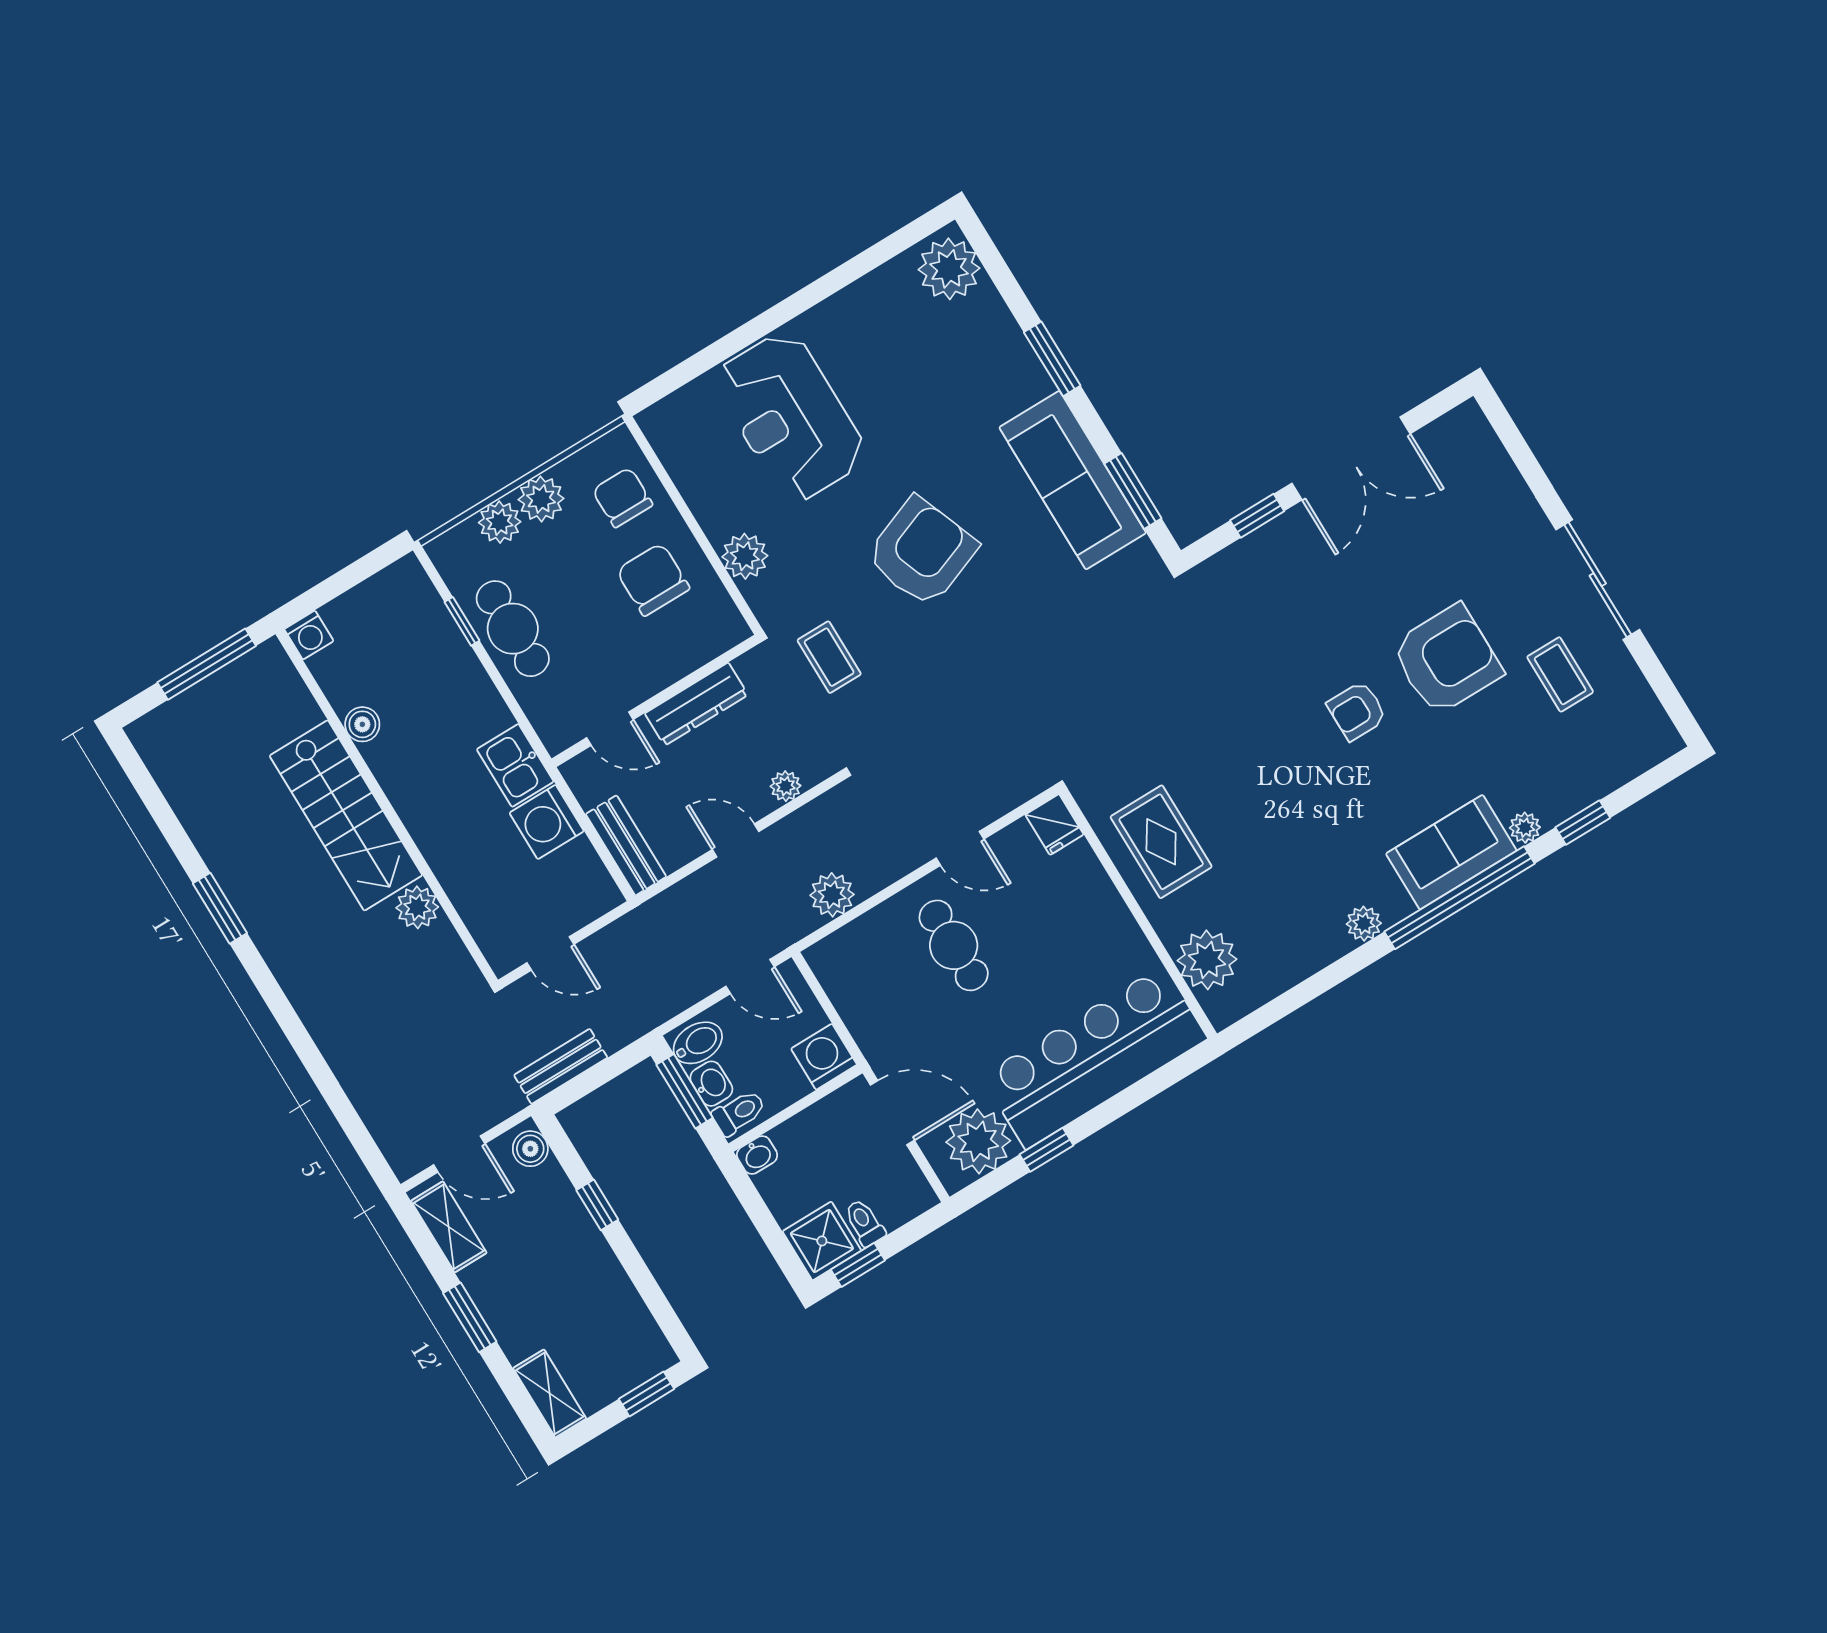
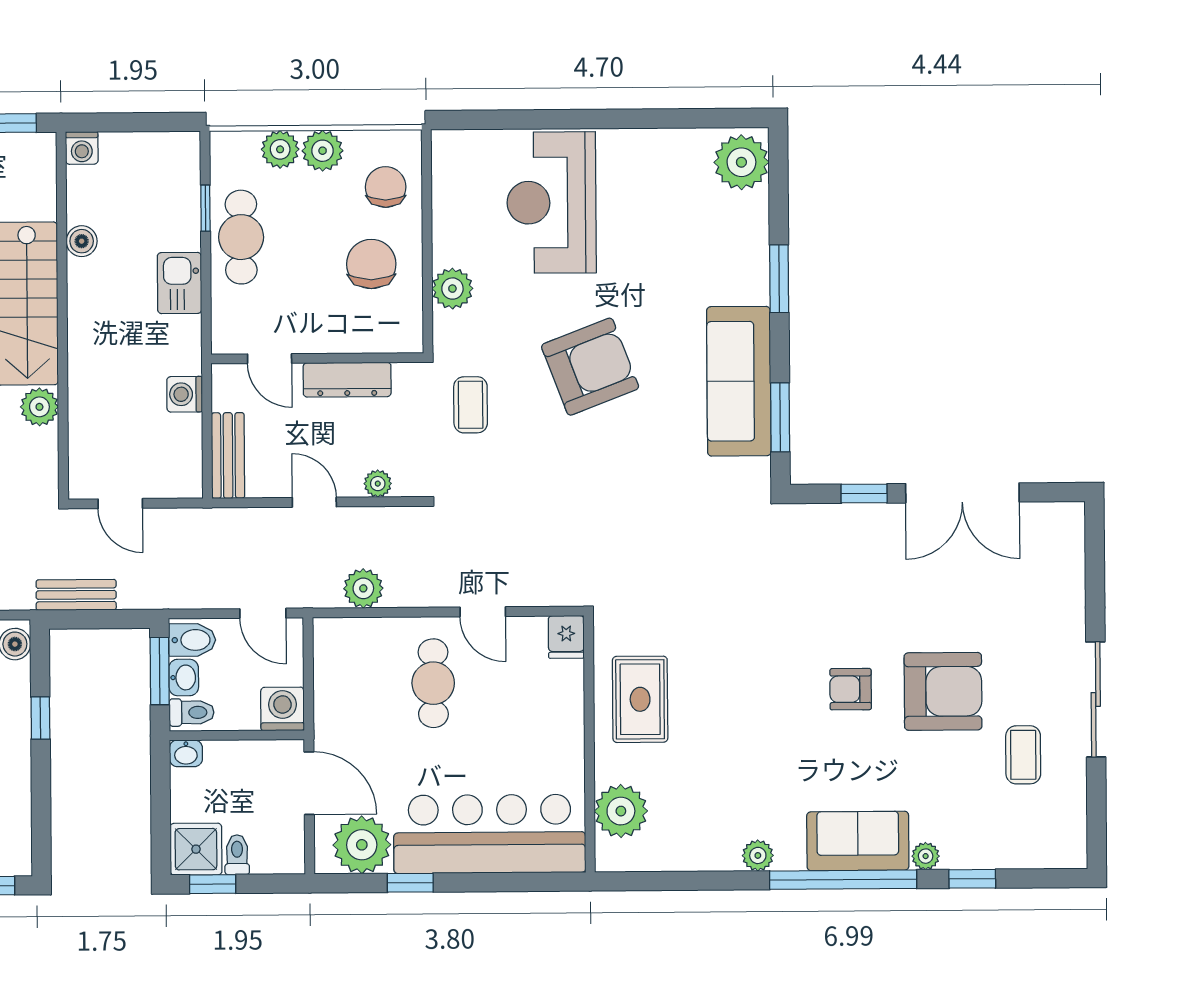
kitchen sink: (515, 765) -> (180, 283), moved
washing machine: (547, 822) -> (185, 394), width x0.73, depth x0.73

